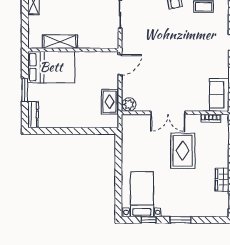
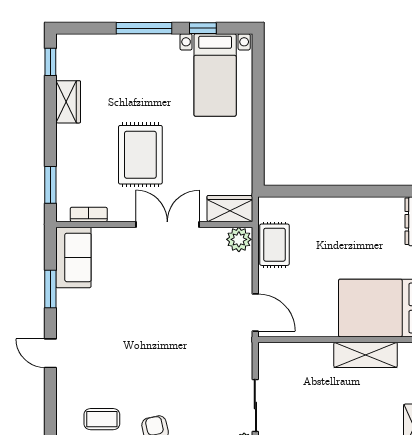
door: (120, 65) -> (255, 312), swing flipped
wardrobe: (134, 121) -> (230, 209), added
window: (181, 220) -> (144, 28), width x1.44

